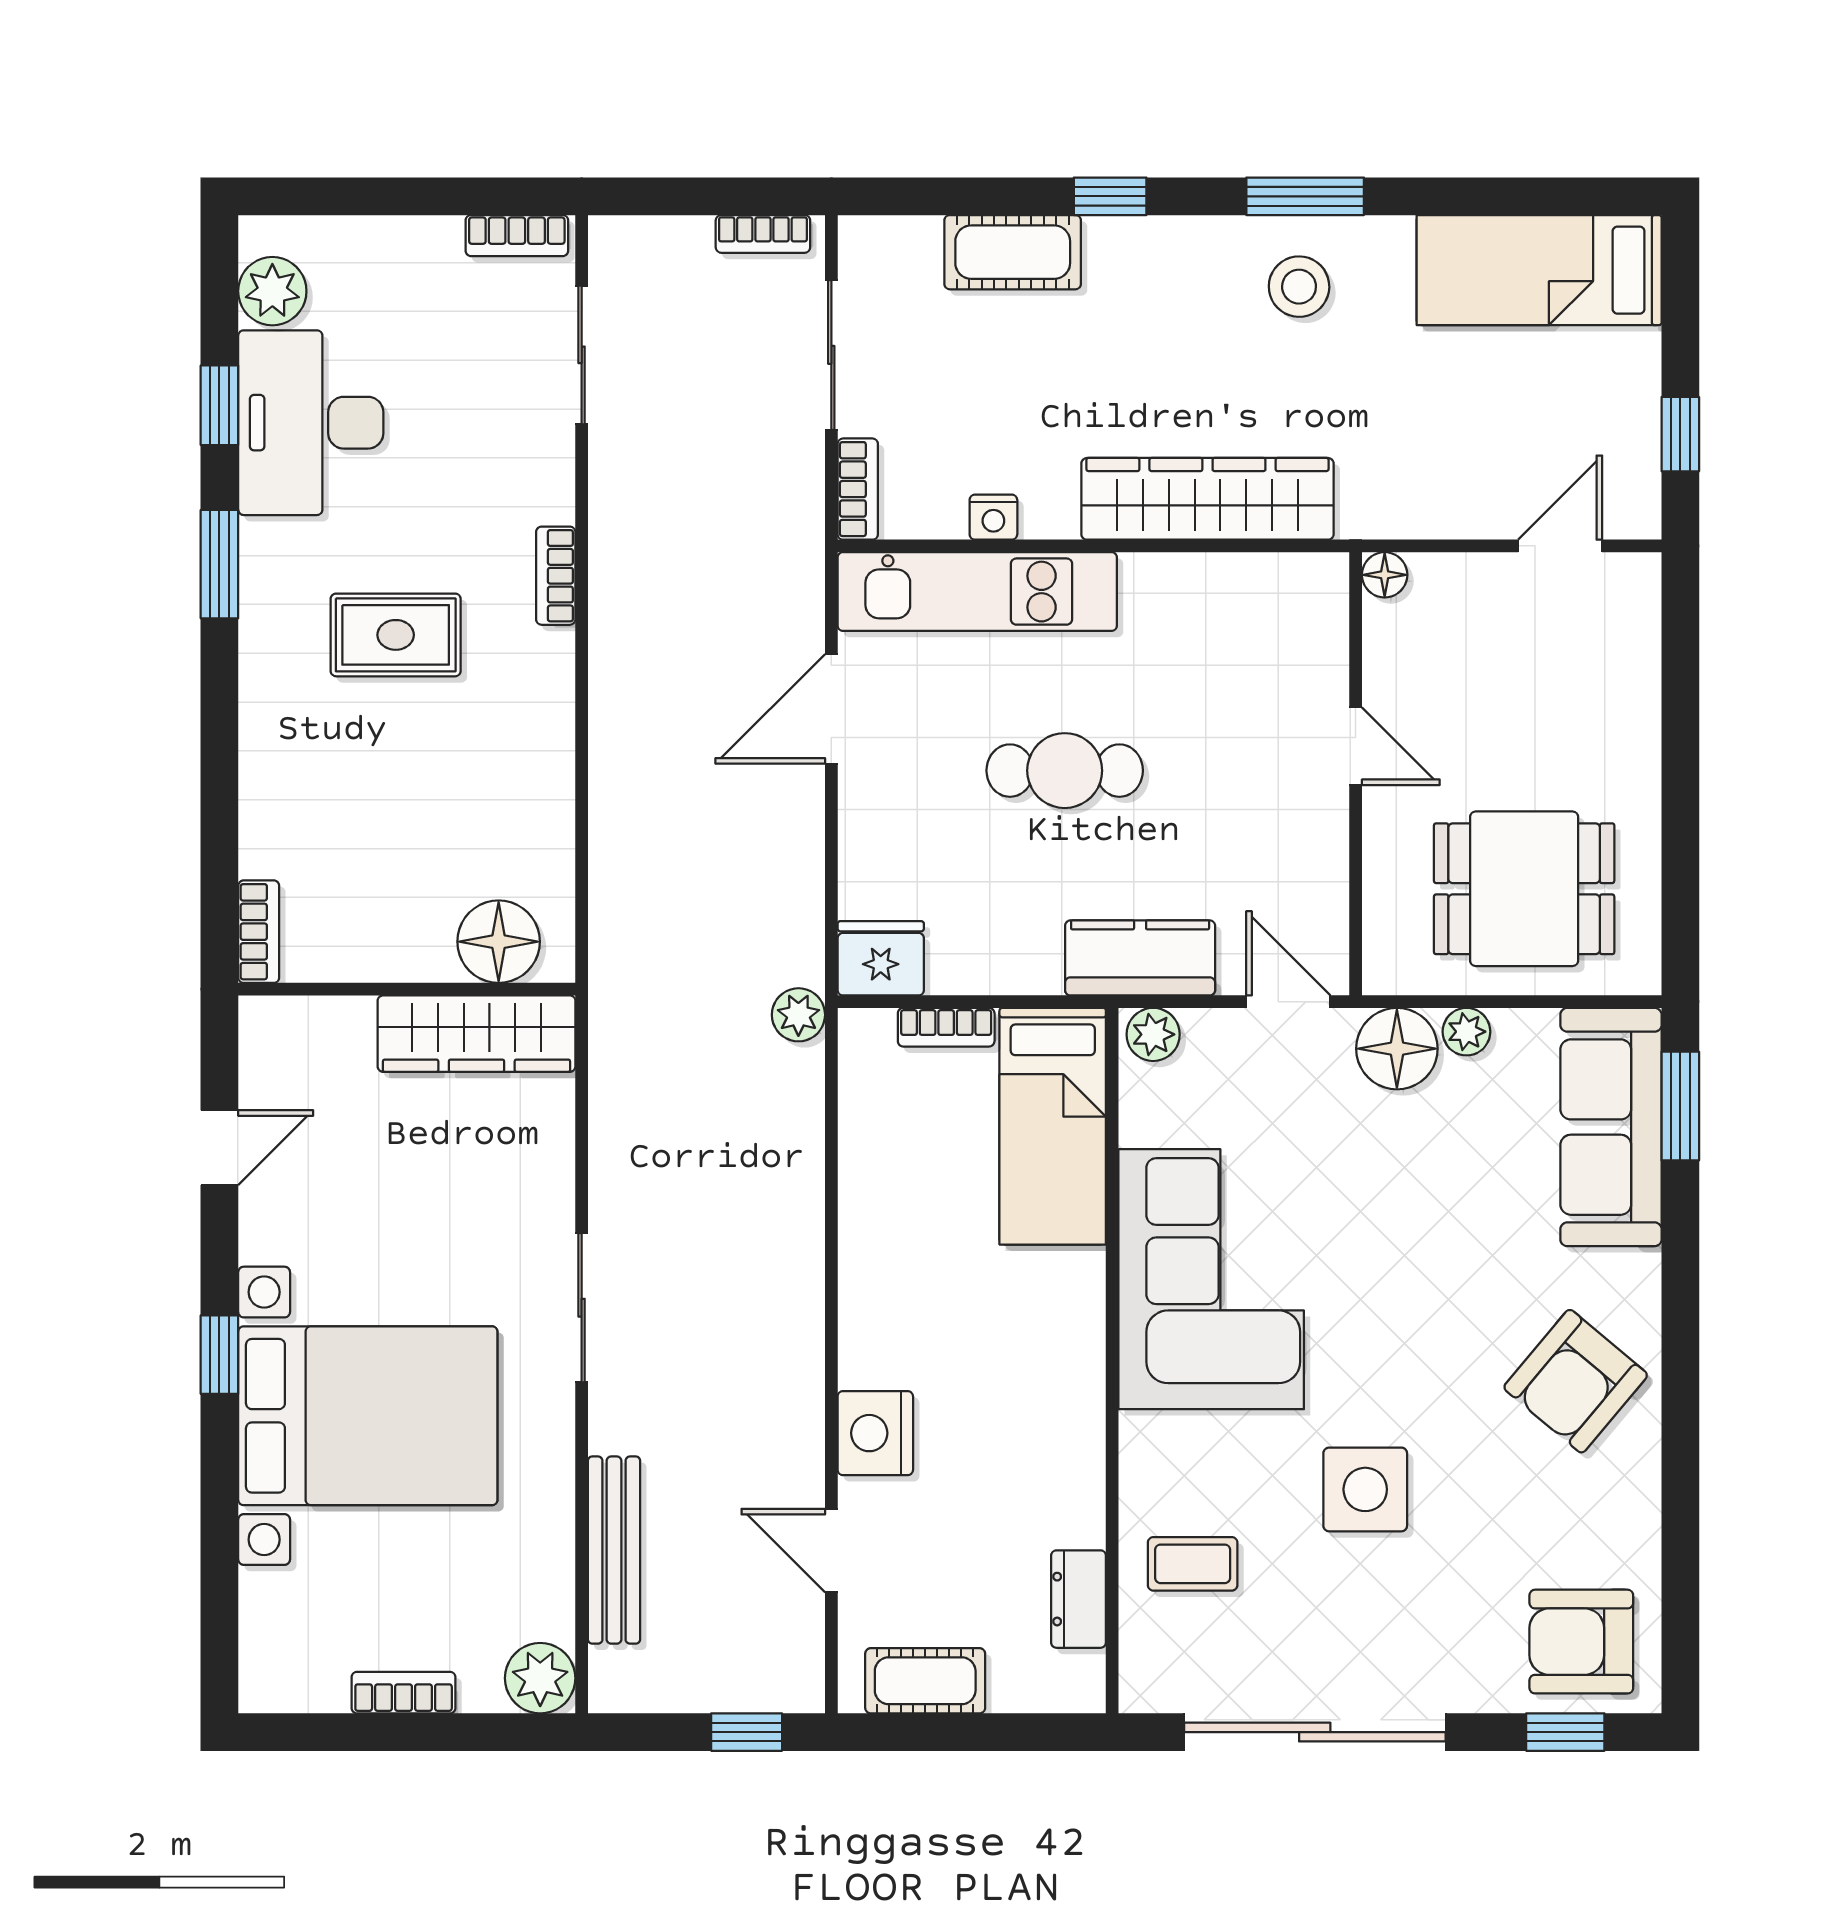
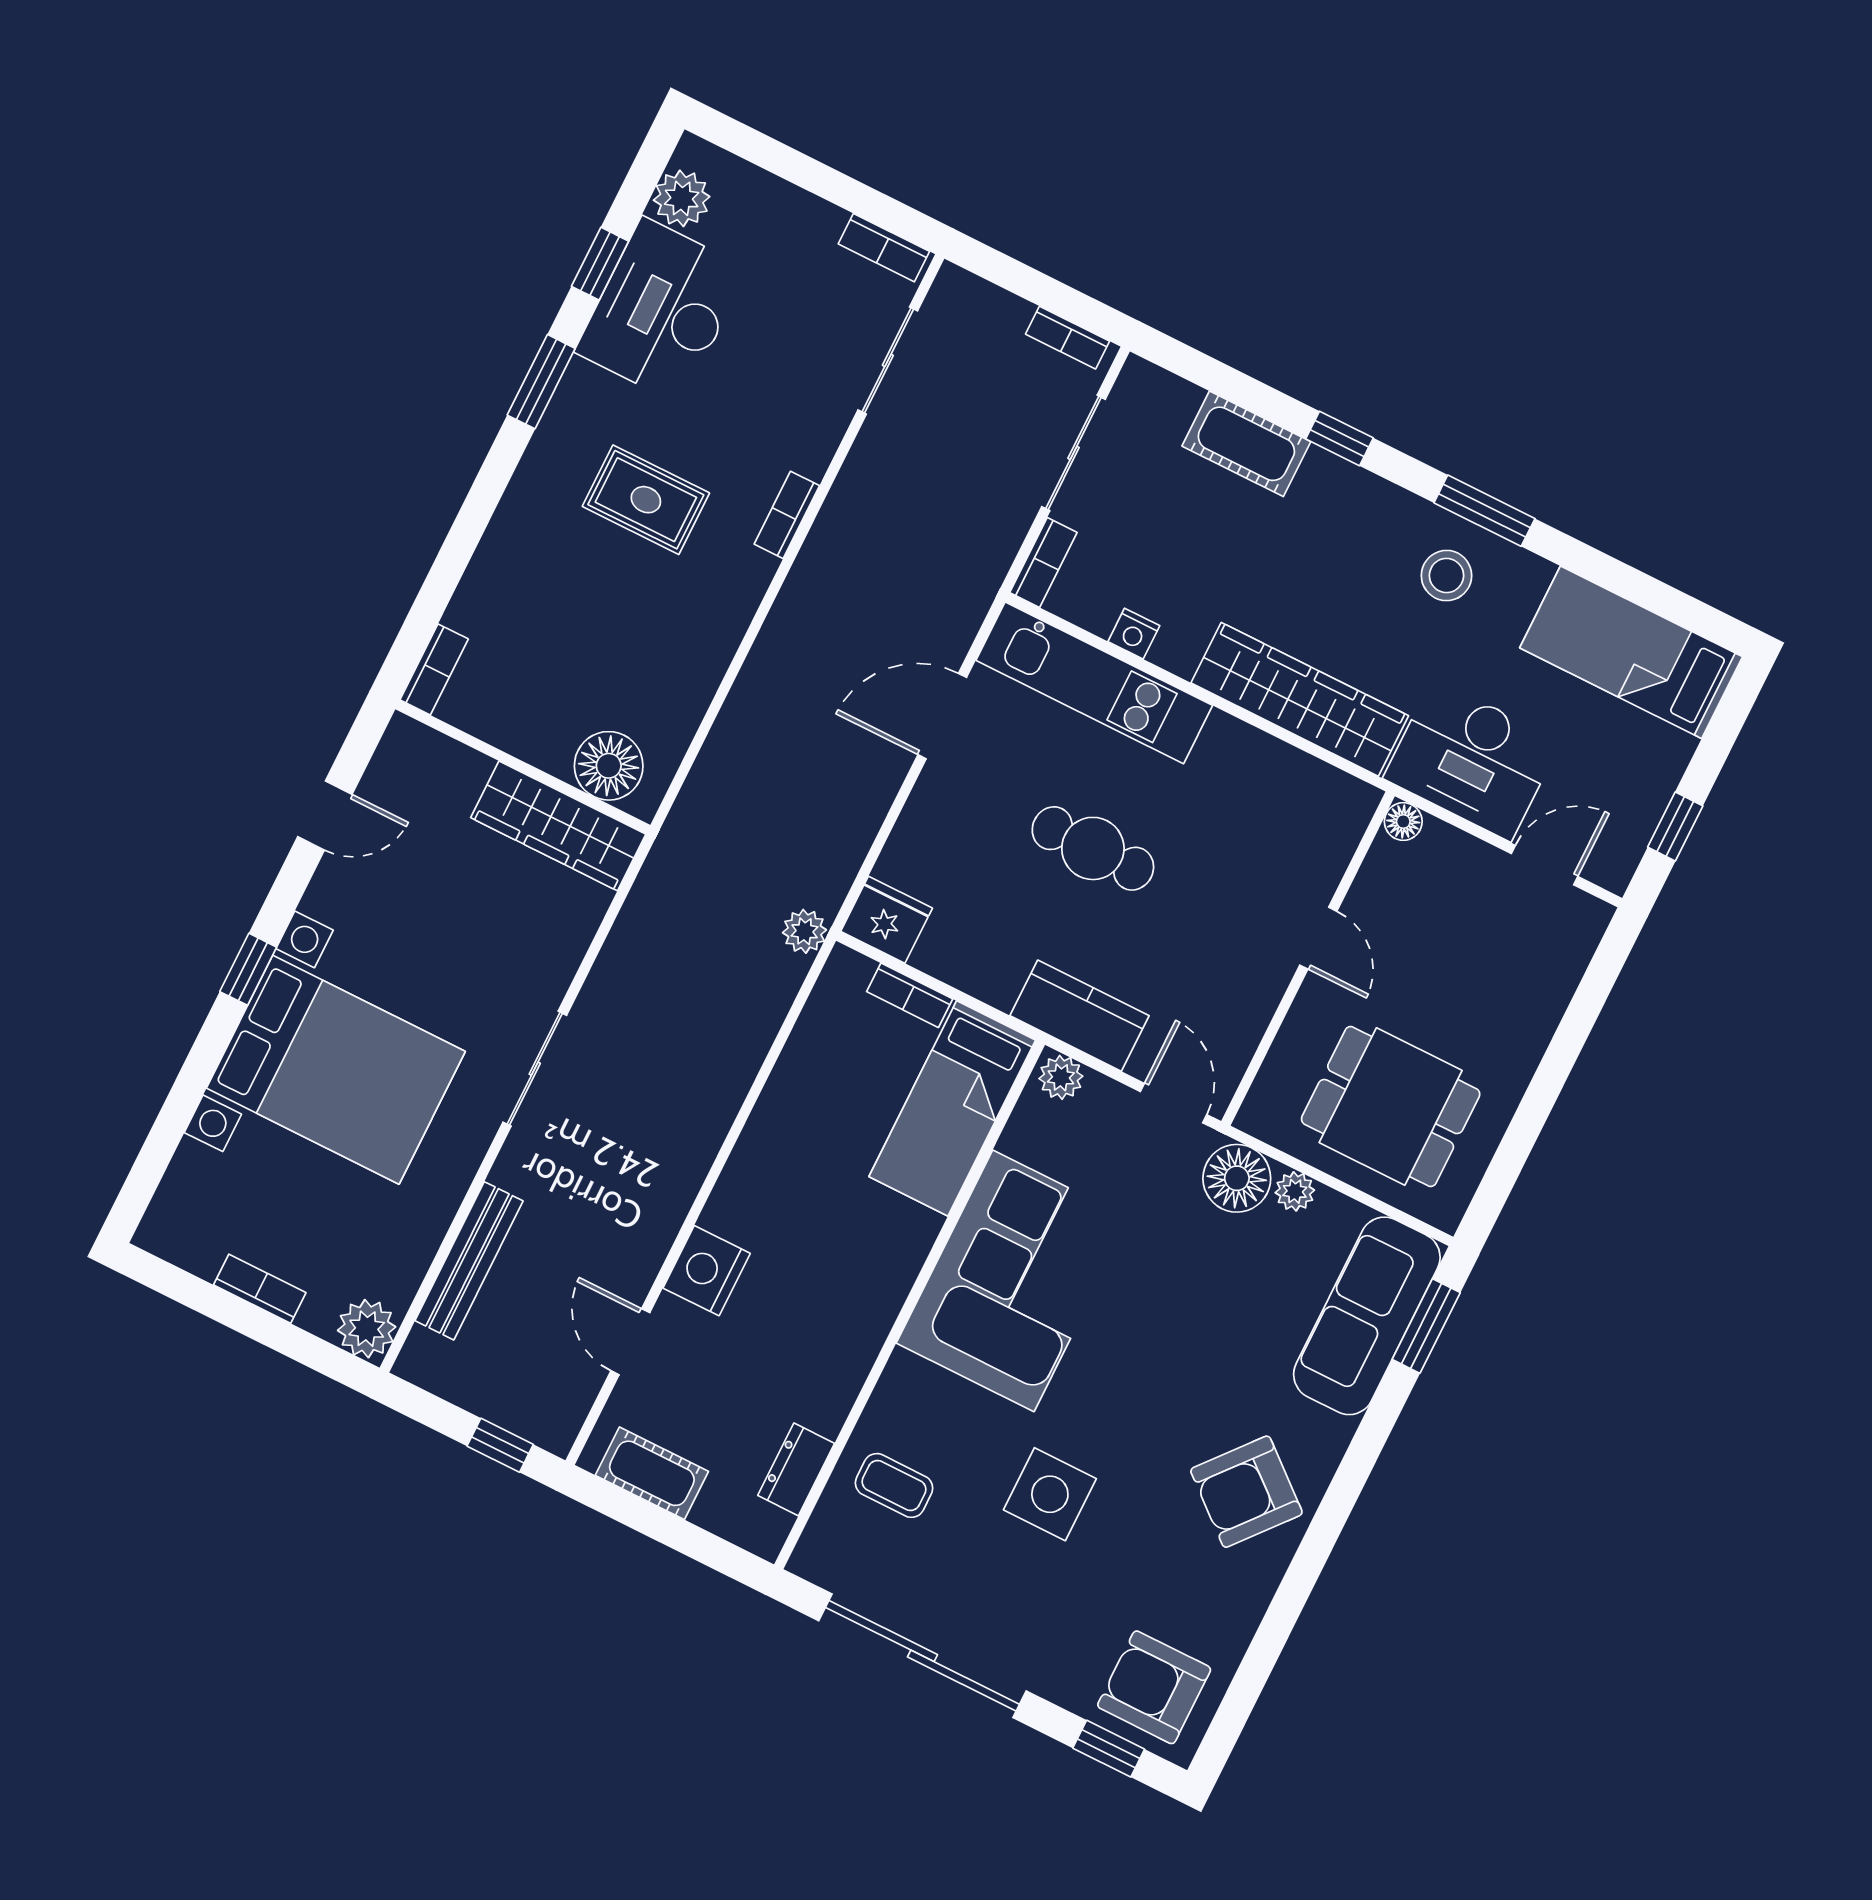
desk: (1425, 472) -> (1472, 760), added

